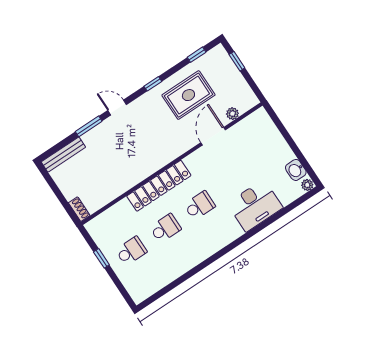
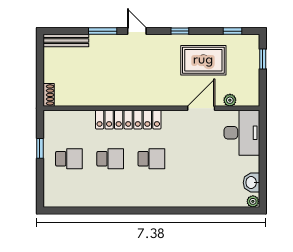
desk: (255, 206) -> (242, 133), moved, turned -90

